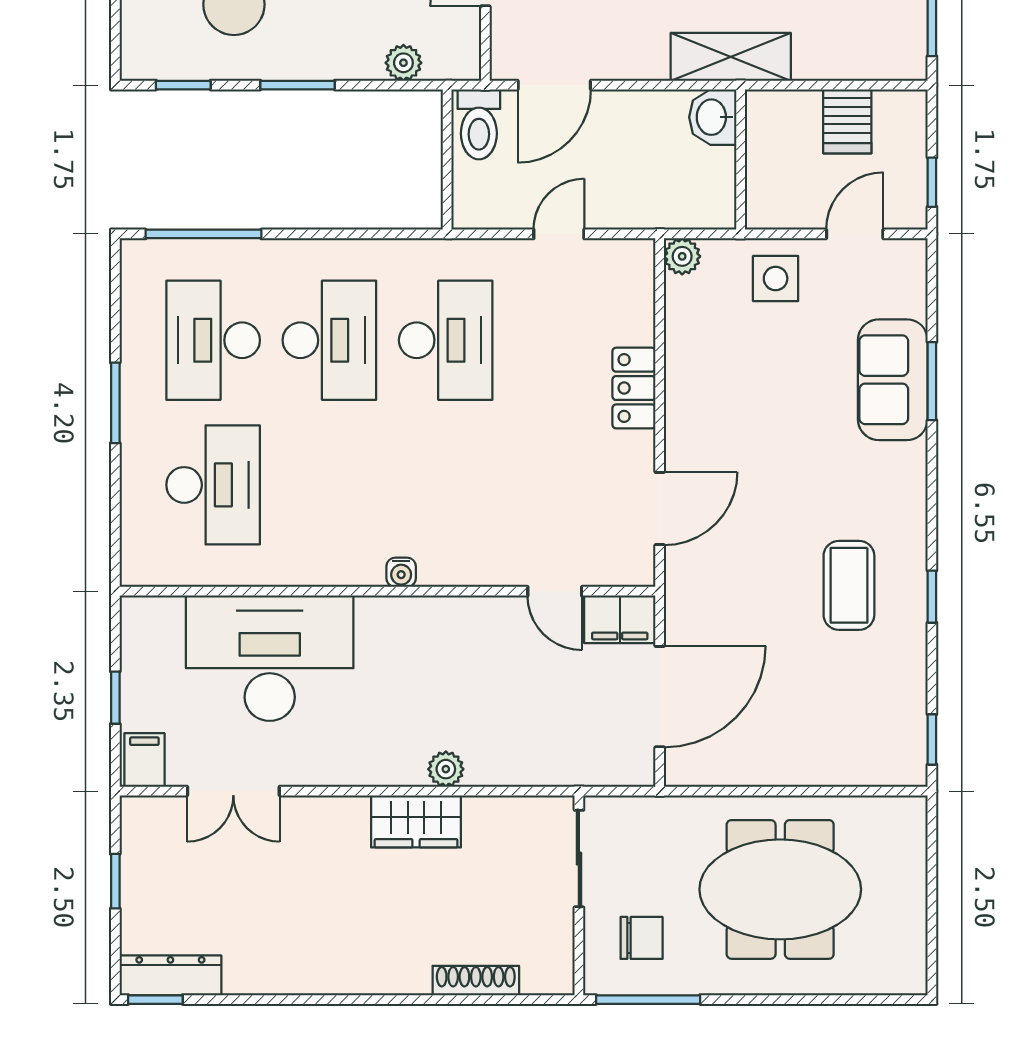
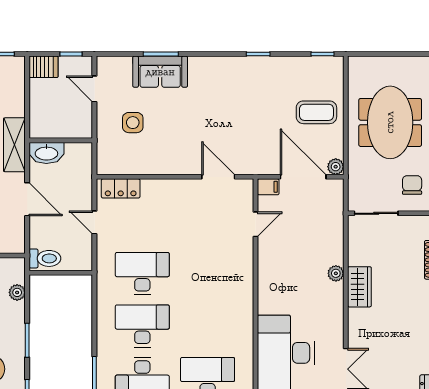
door: (554, 85) -> (27, 199), moved
washbasin: (713, 117) -> (46, 153), width x1.38
server rack: (847, 121) -> (44, 67), moved
plant: (682, 256) -> (336, 167), moved
side table: (776, 278) -> (133, 123), moved
locker: (634, 388) -> (121, 188), moved
water cooler: (401, 572) -> (247, 294), removed
coffee table: (849, 585) -> (316, 112), moved
filing cabinet: (620, 619) -> (268, 187), width x0.50

